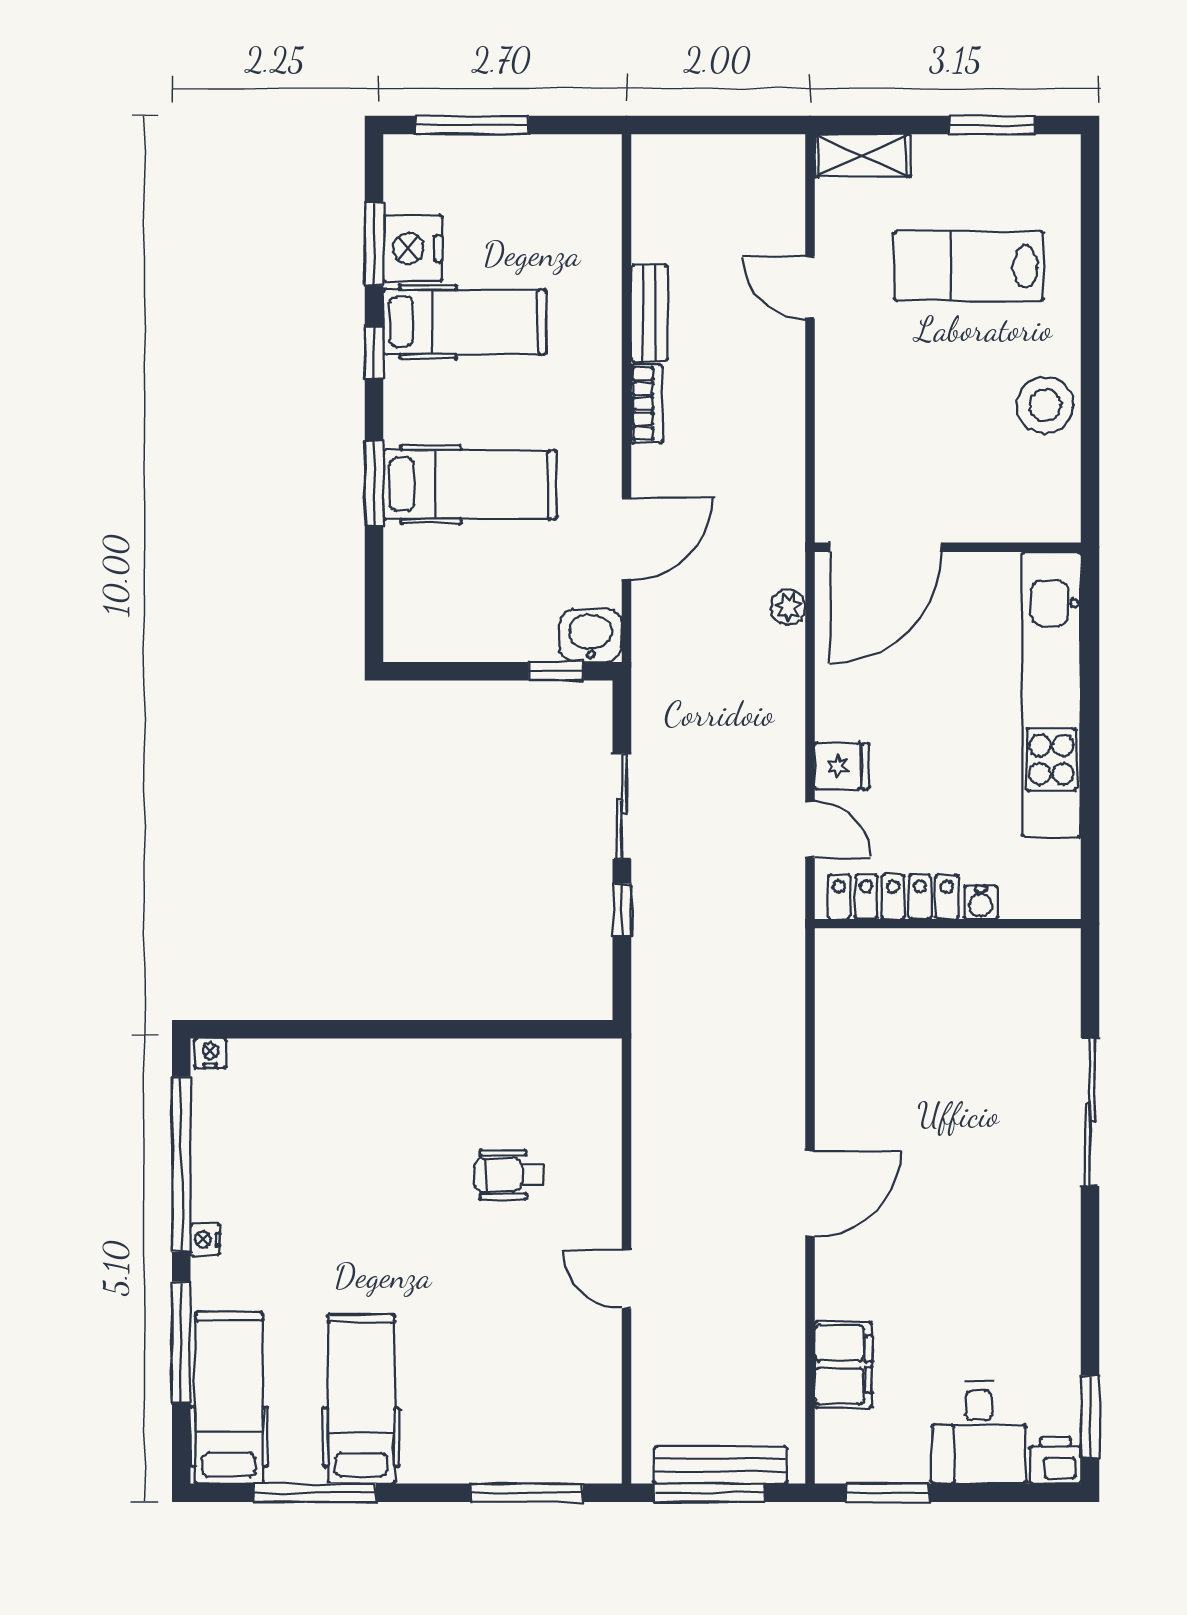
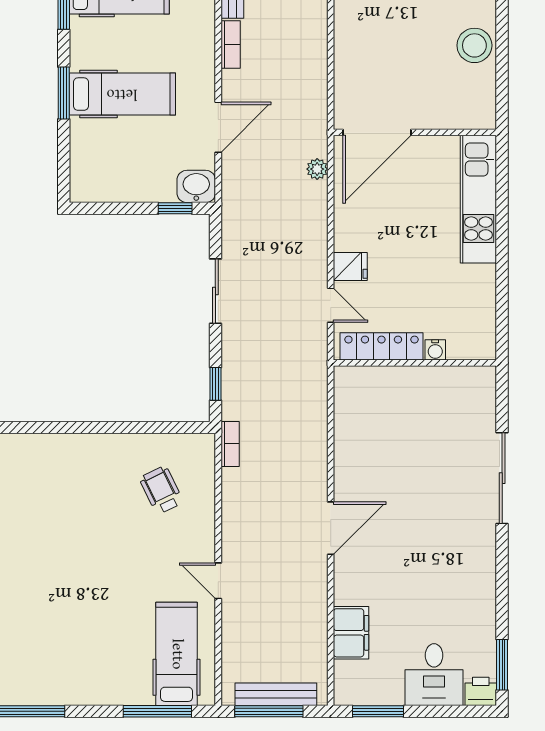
kitchen unit: (1051, 694) -> (478, 199), width x0.73
window: (622, 910) -> (215, 384), moved
bookcase: (646, 1056) -> (230, 444), added
wheelchair: (509, 1175) -> (161, 490), moved, turned 64
hospital bed: (361, 1399) -> (177, 654), moved

